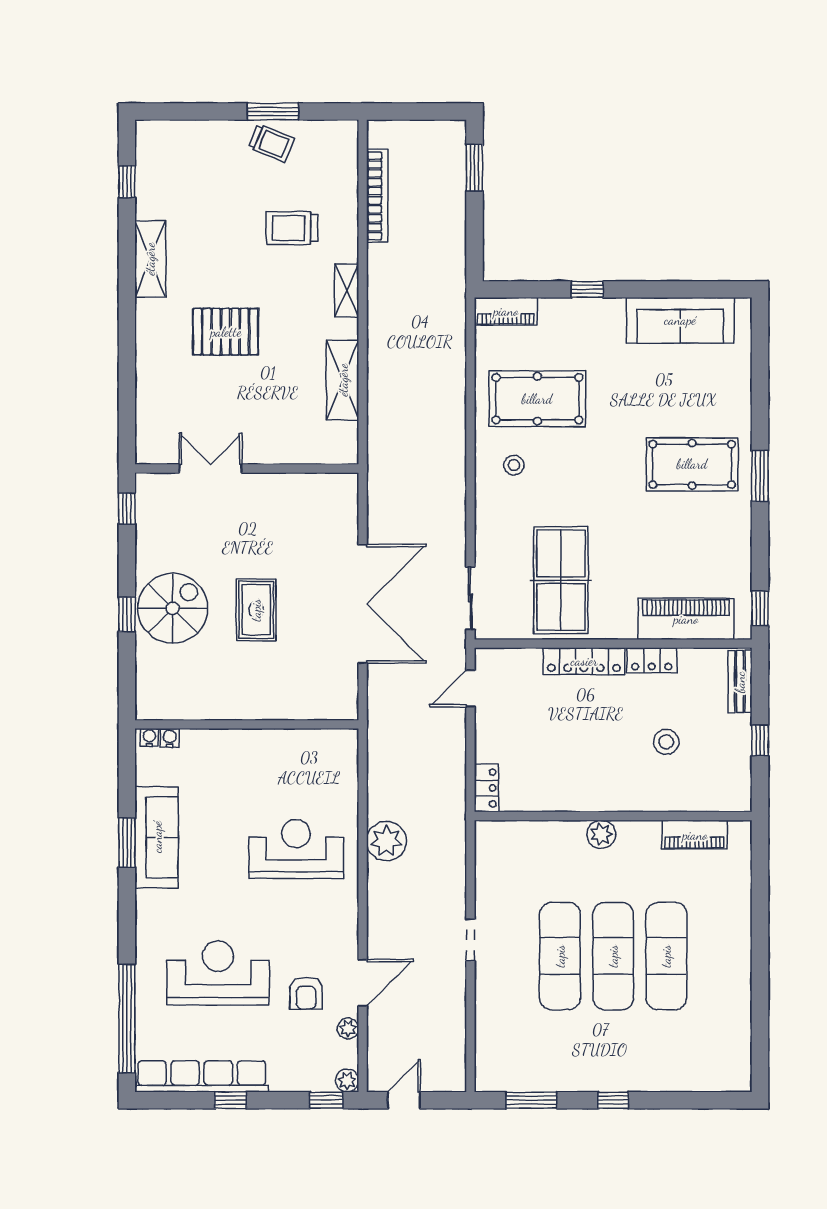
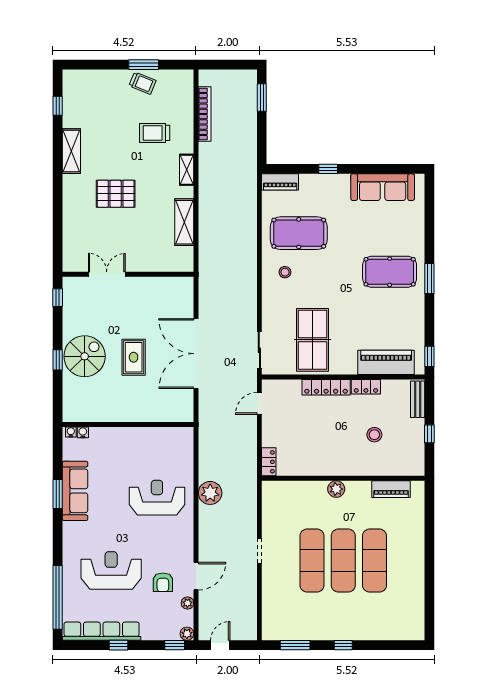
double door: (363, 604) -> (196, 354), swing flipped

